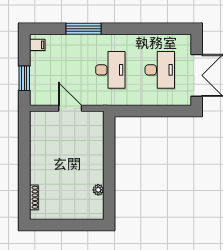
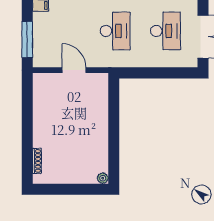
window: (24, 78) -> (27, 39), width x1.44
plant: (98, 190) -> (103, 178), moved

